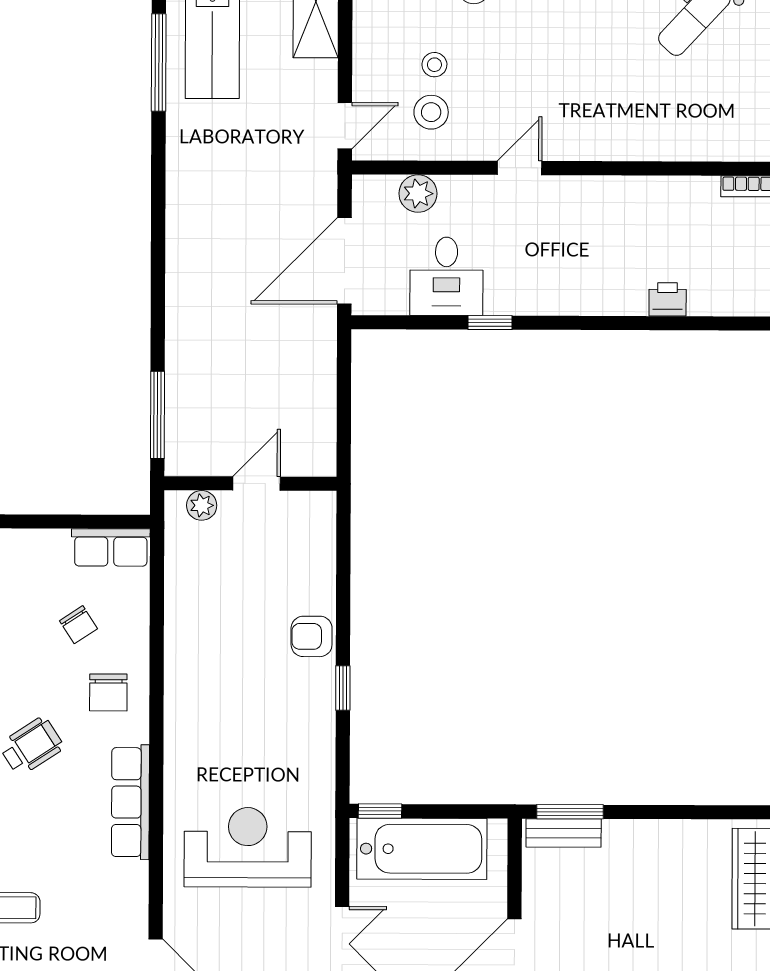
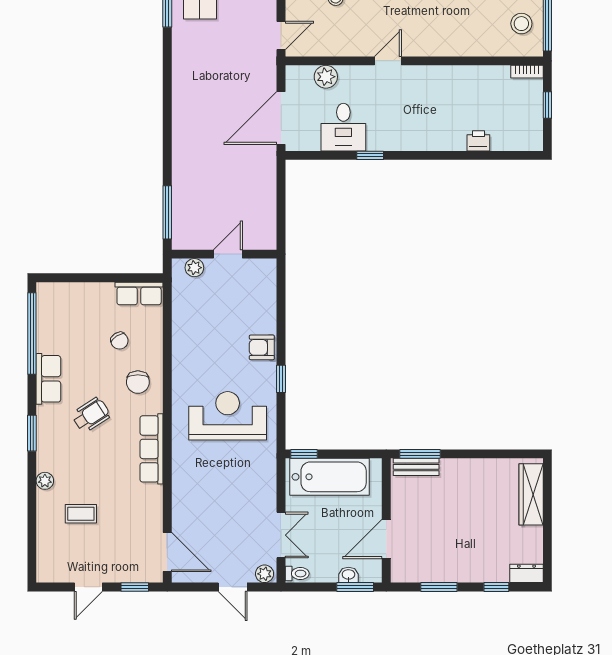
stool: (431, 112) -> (521, 24), moved
reception desk: (248, 847) -> (228, 416), moved

